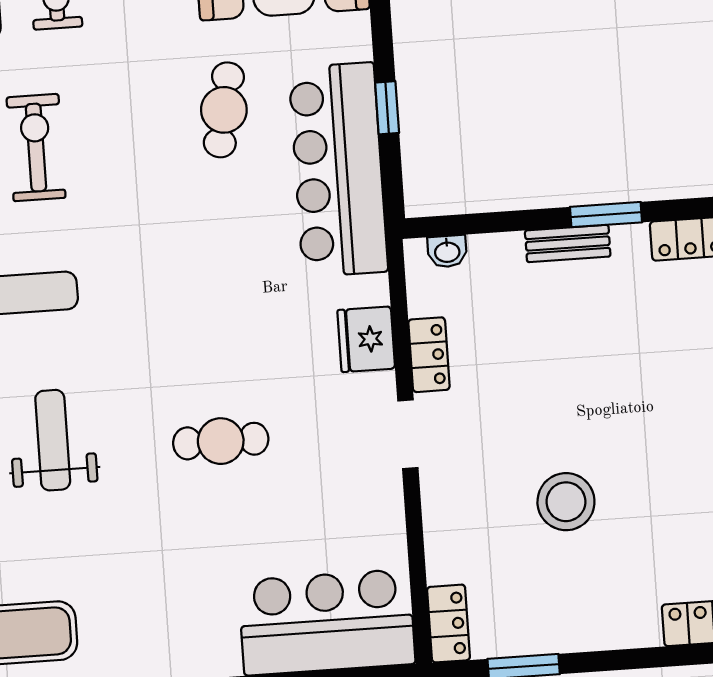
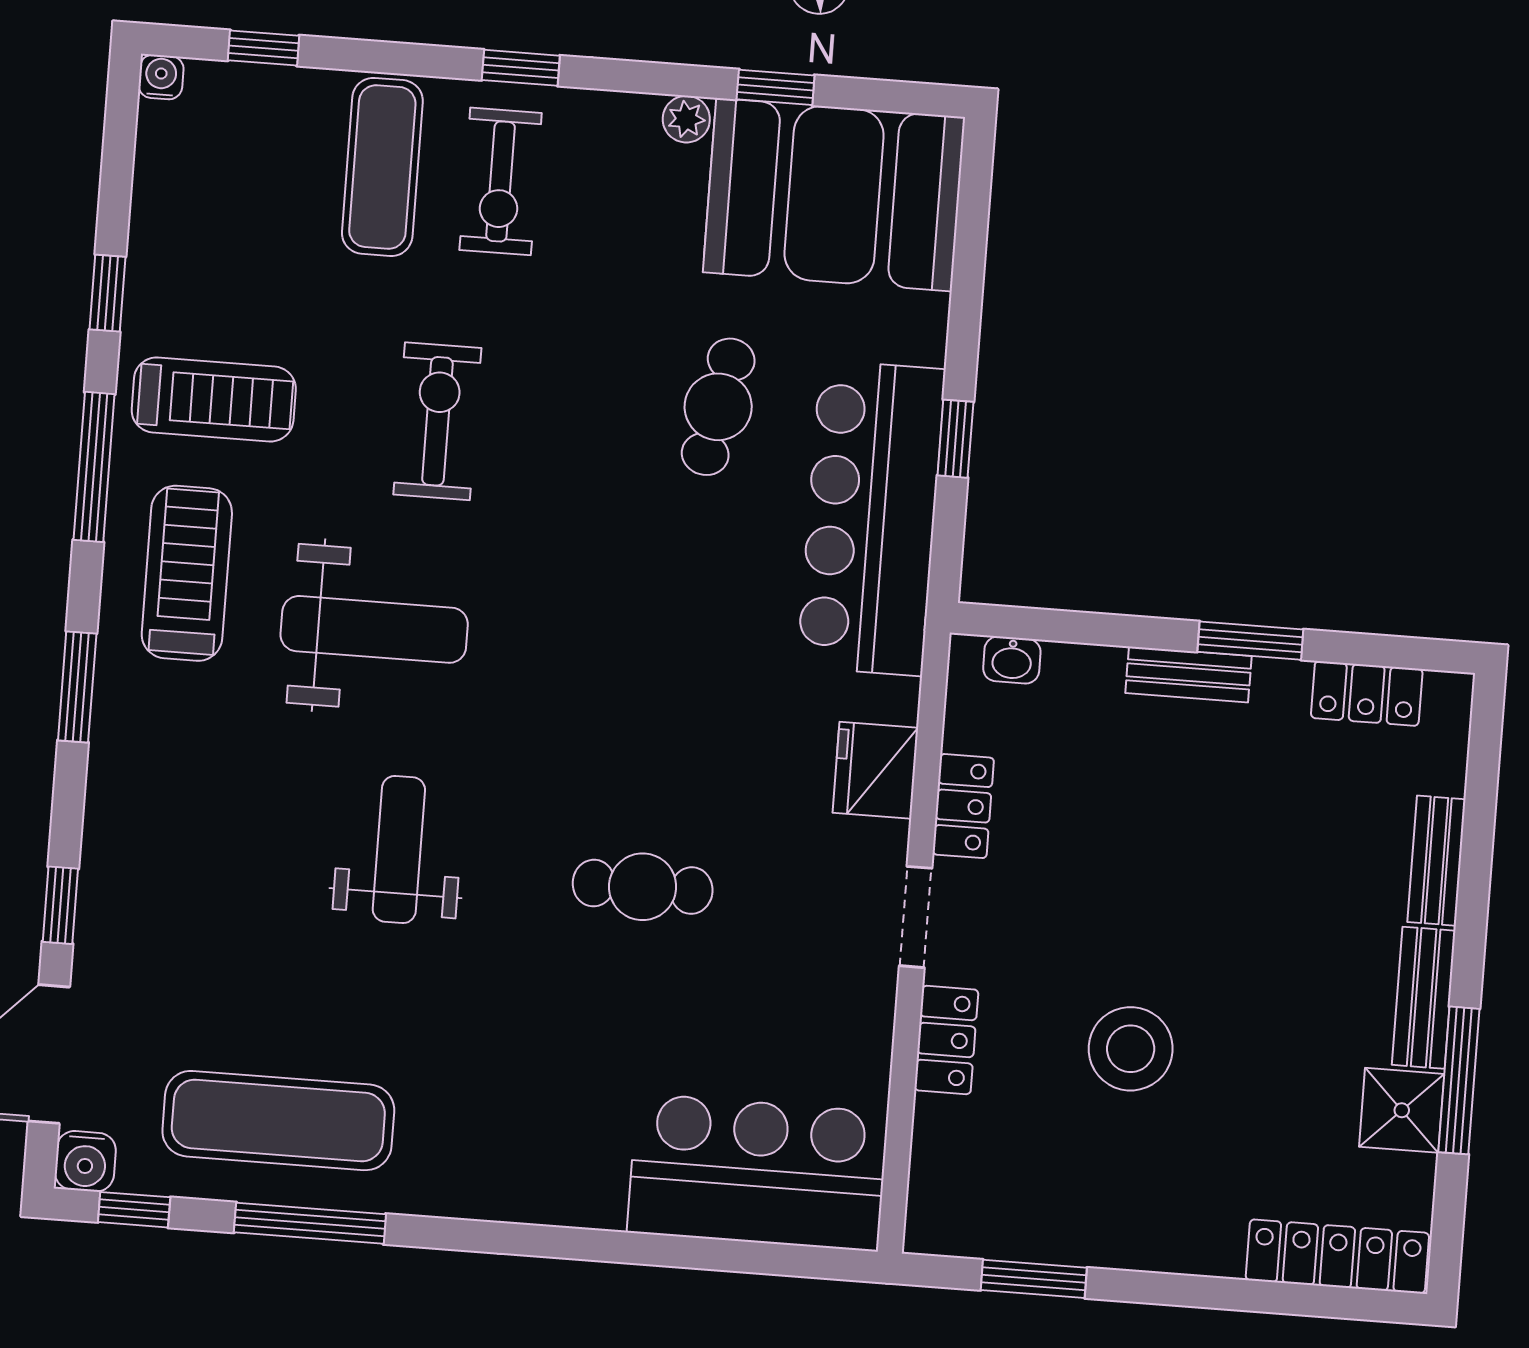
locker: (449, 624) -> (946, 1040), moved

